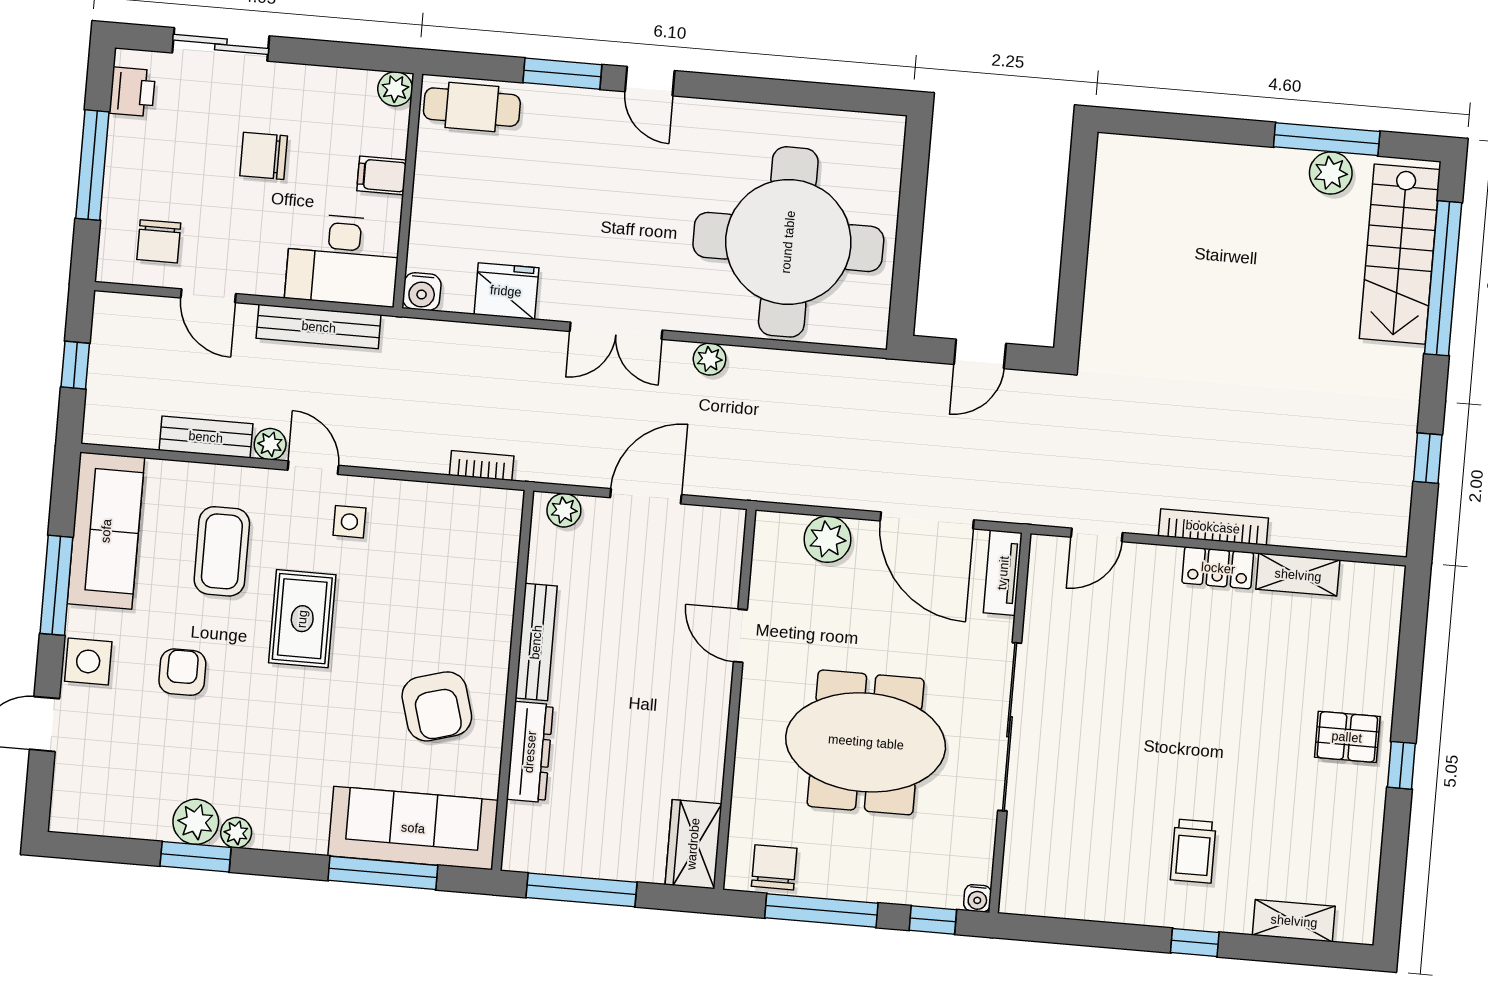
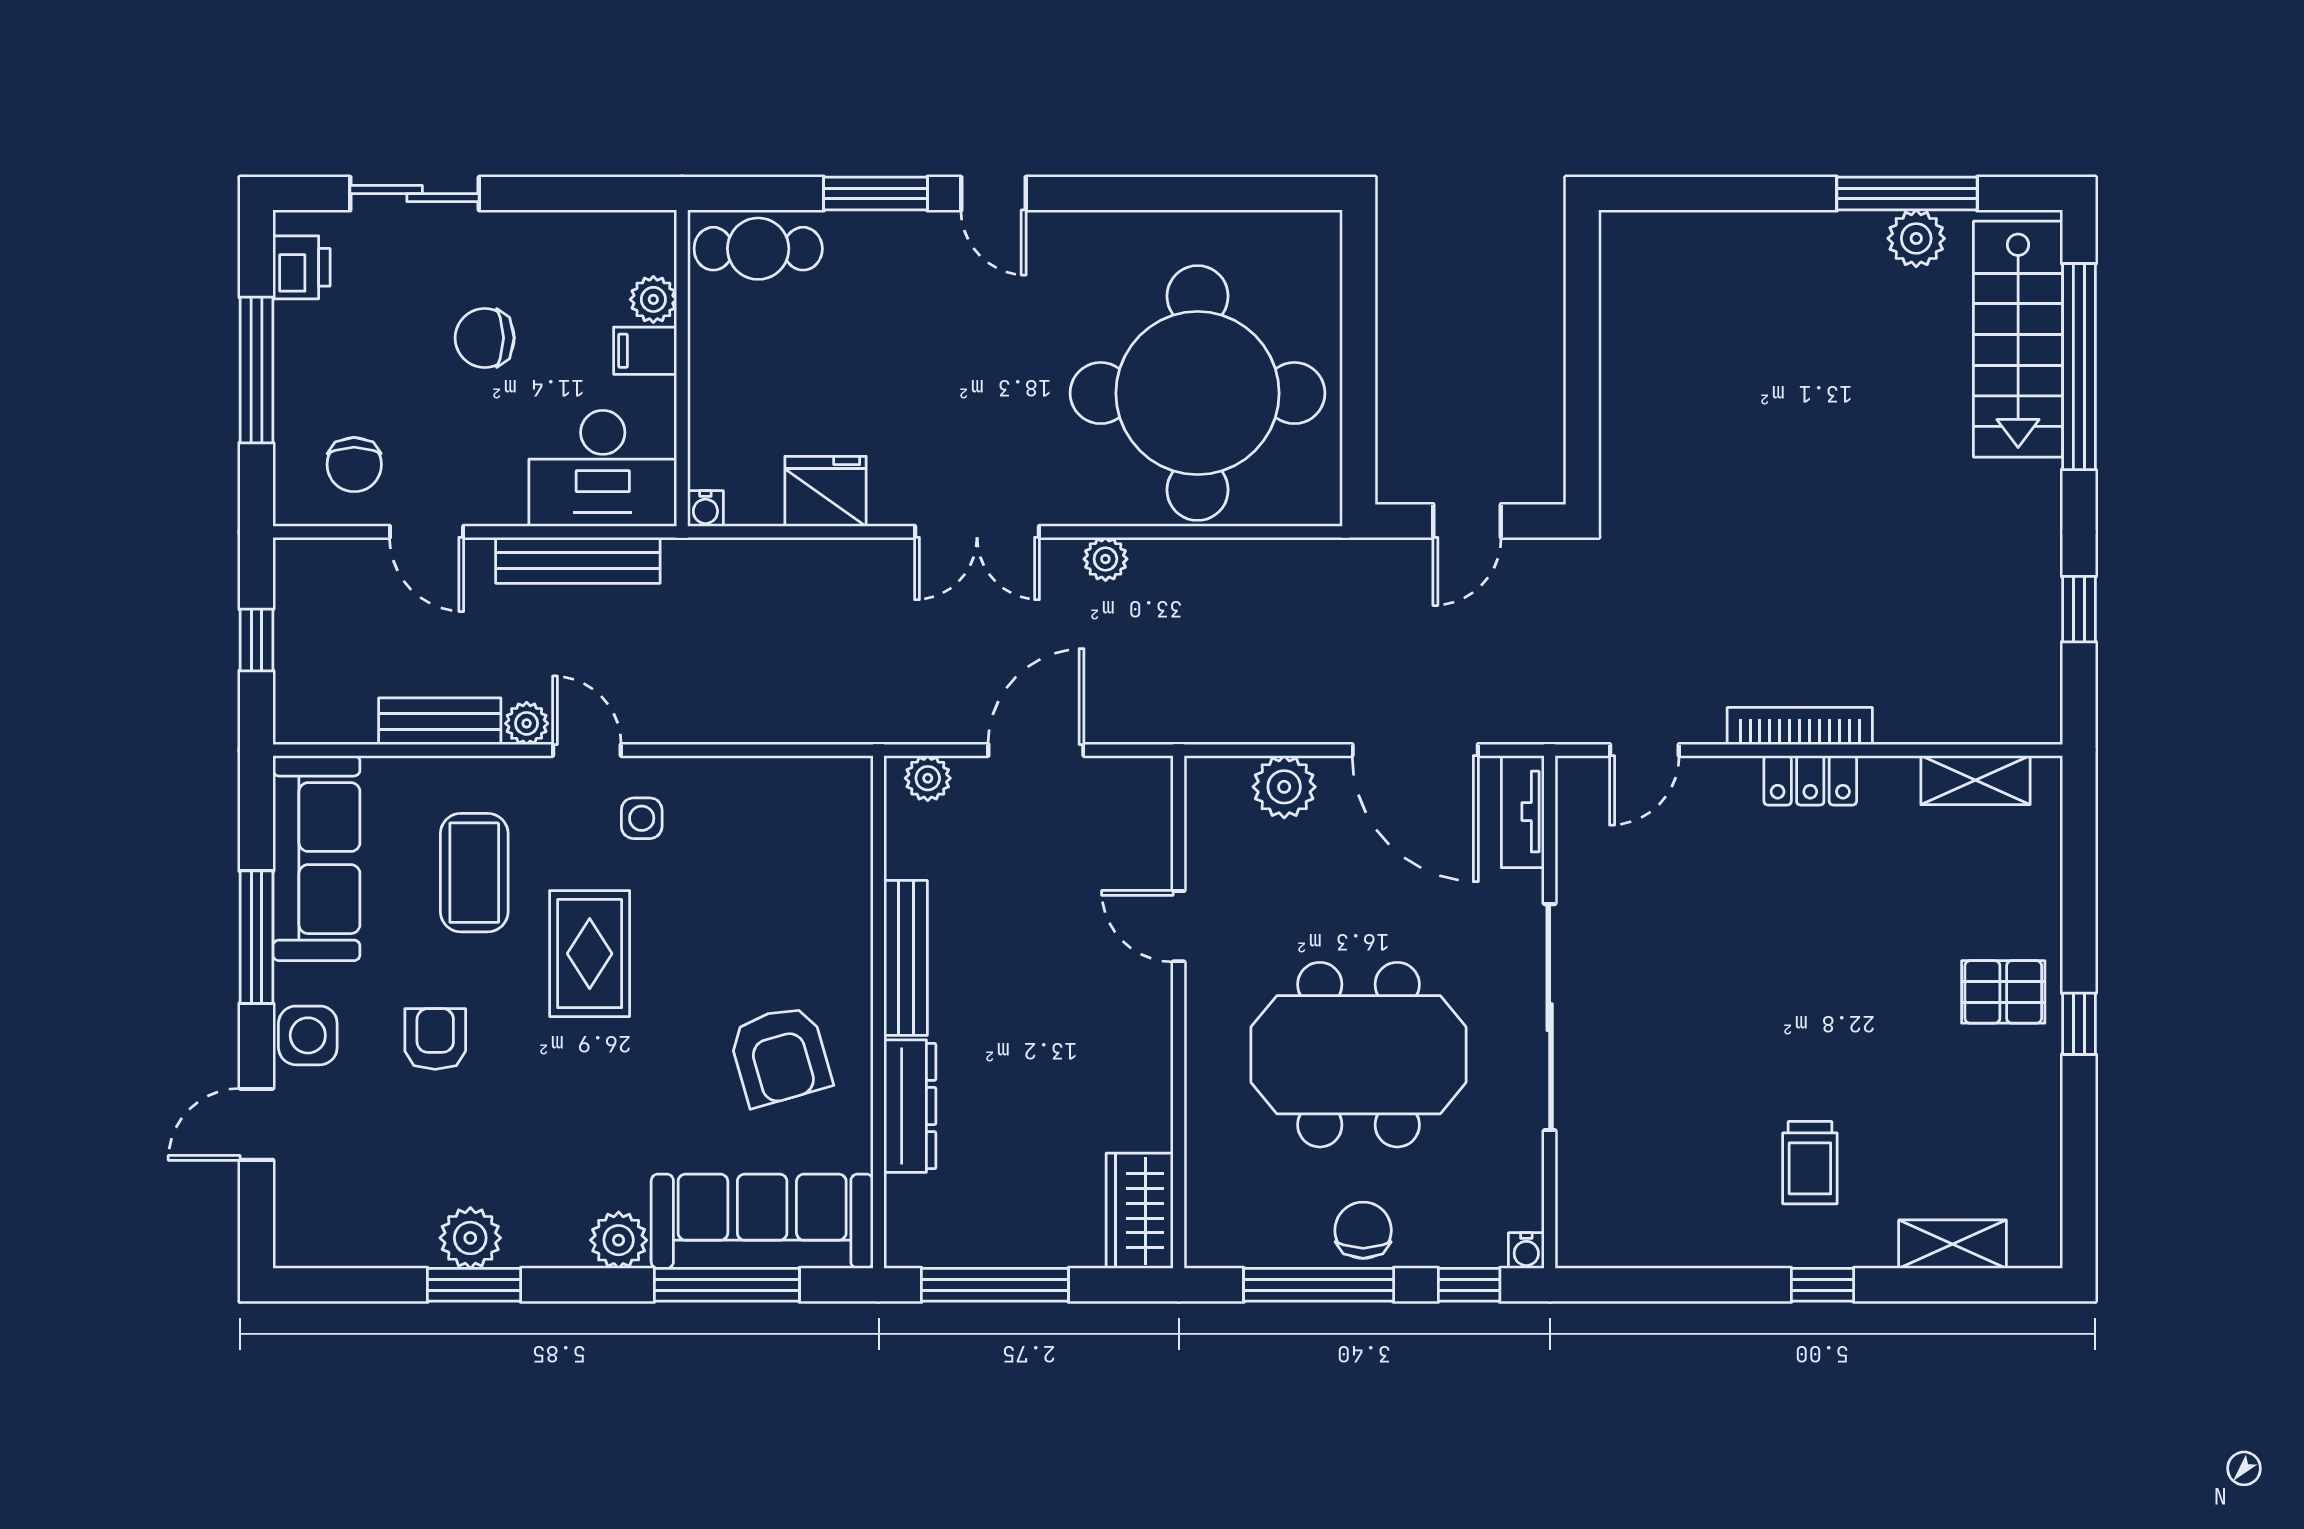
plant: (395, 89) -> (653, 299), moved
water cooler: (422, 292) -> (705, 508), width x0.72, depth x0.72
bookcase: (482, 466) -> (812, 728), removed
shelving: (1298, 575) -> (1975, 780), moved
plant: (236, 833) -> (619, 1240), moved, width x1.38, depth x1.38
chair: (774, 867) -> (1363, 1230), moved

